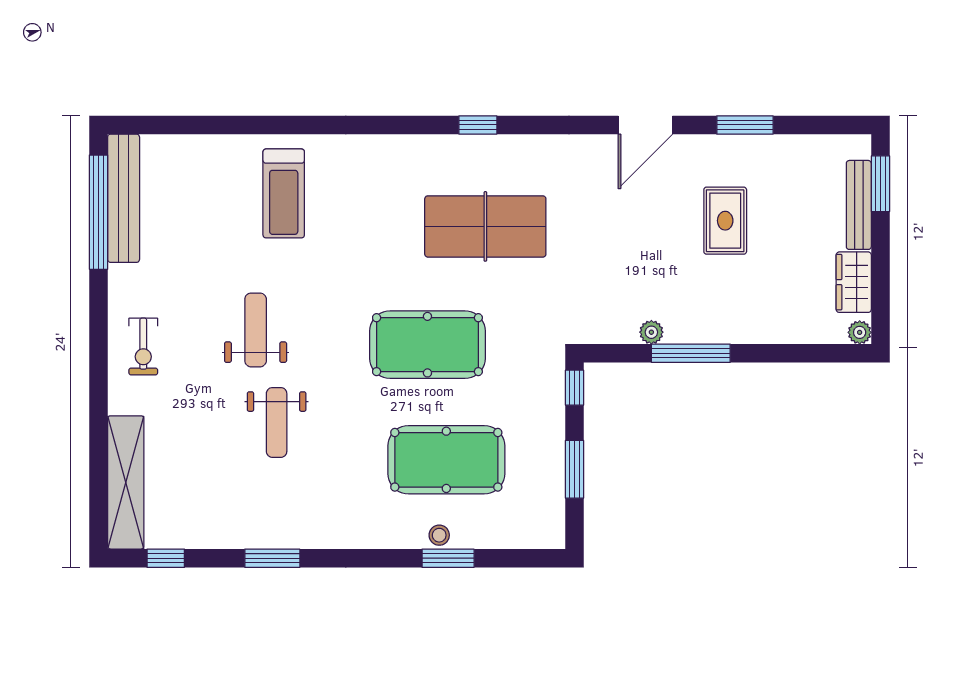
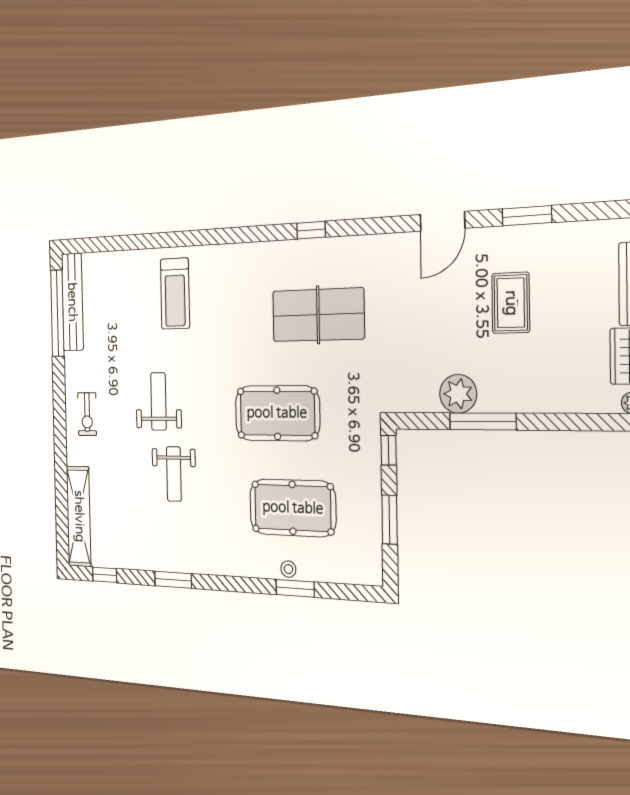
plant: (651, 332) -> (458, 394), width x1.88, depth x1.88

